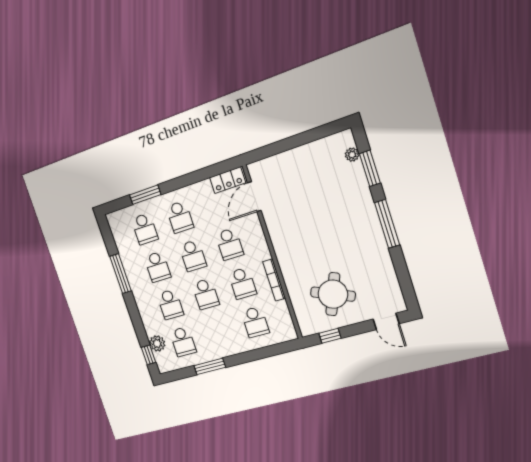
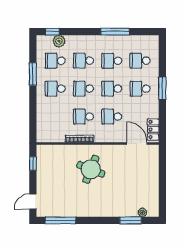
window: (145, 195) -> (162, 88), moved
window: (387, 224) -> (61, 220), moved
round table: (333, 294) -> (91, 169), moved
school desk: (255, 322) -> (55, 89), moved

